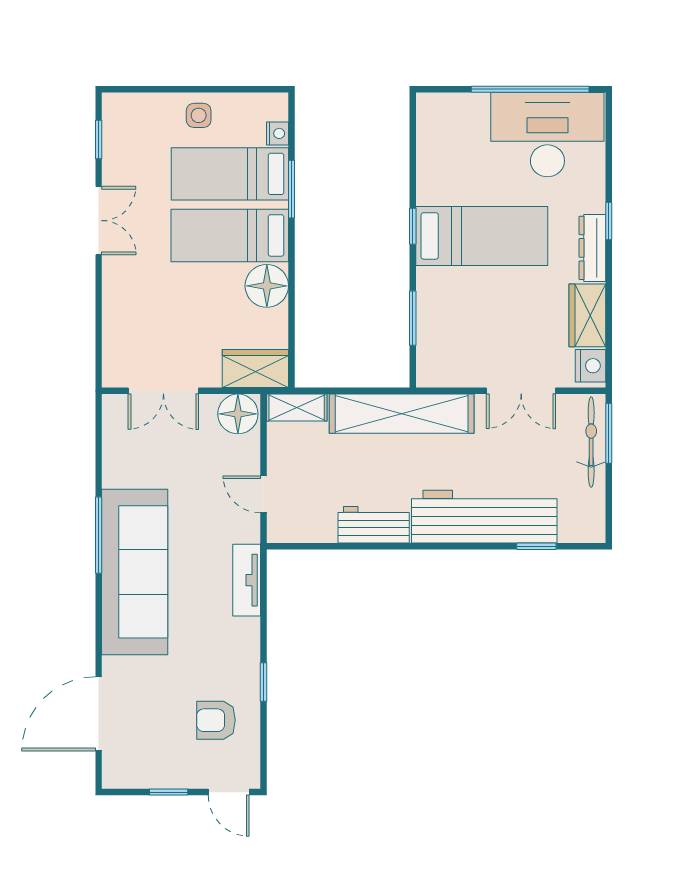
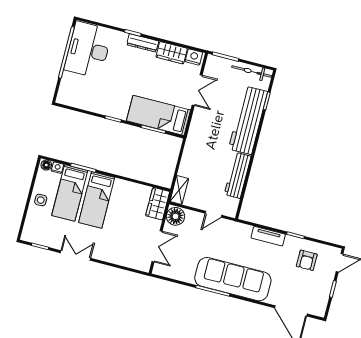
bed: (482, 236) -> (159, 115), moved, turned -90
floor lamp: (267, 286) -> (46, 165), moved, width x0.53, depth x0.53
shelving: (402, 414) -> (194, 145), removed
bicycle: (591, 442) -> (252, 72), moved
workbench: (374, 525) -> (238, 175), width x1.38
tv unit: (247, 580) -> (268, 236), moved

